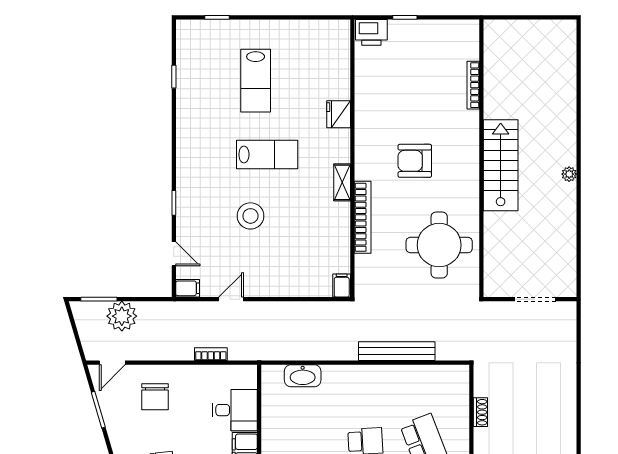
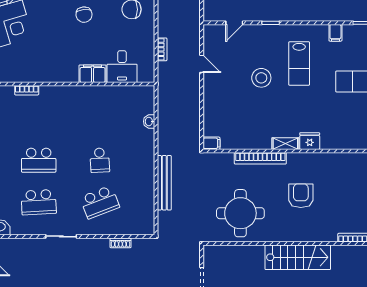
fridge: (339, 114) -> (310, 141), moved
lab bench: (267, 155) -> (299, 63), moved
filing cabinet: (188, 288) -> (335, 33), moved
washbasin: (303, 376) -> (149, 121), width x0.52, depth x0.69

